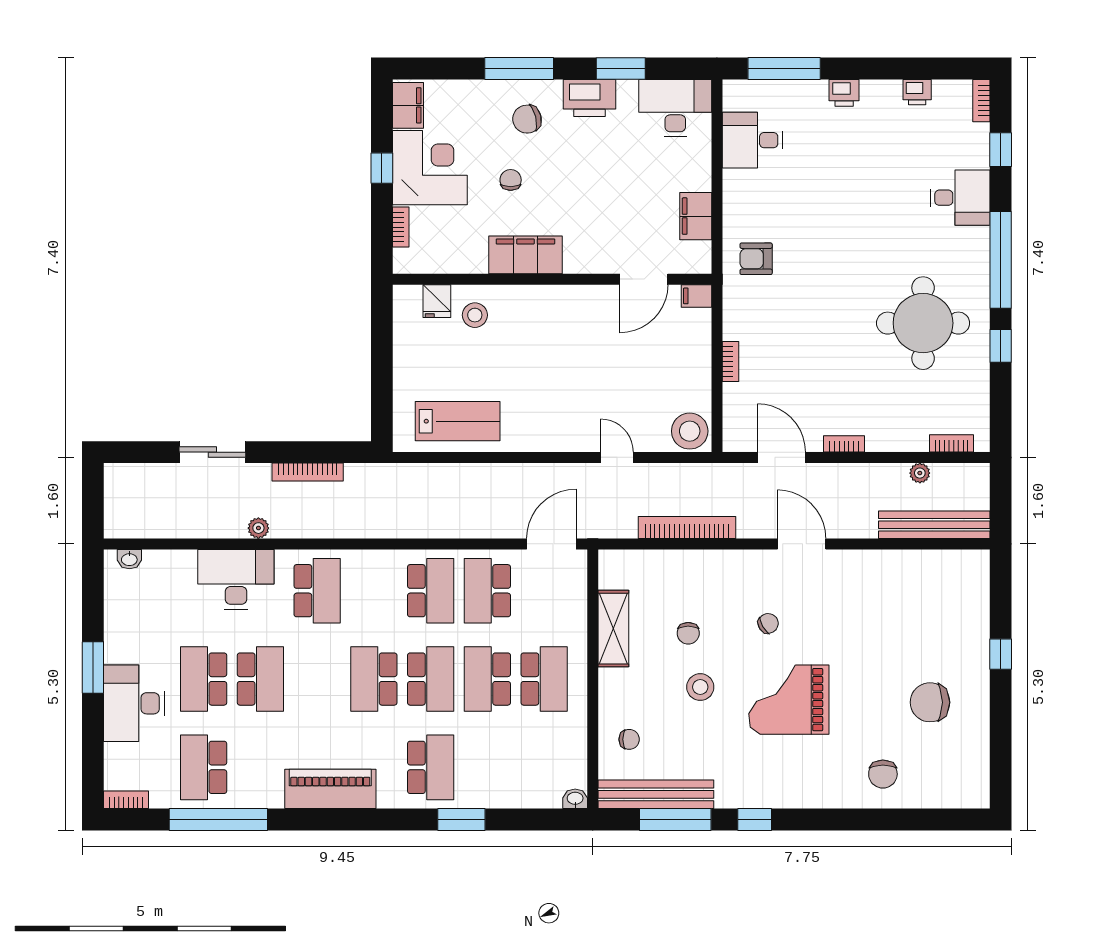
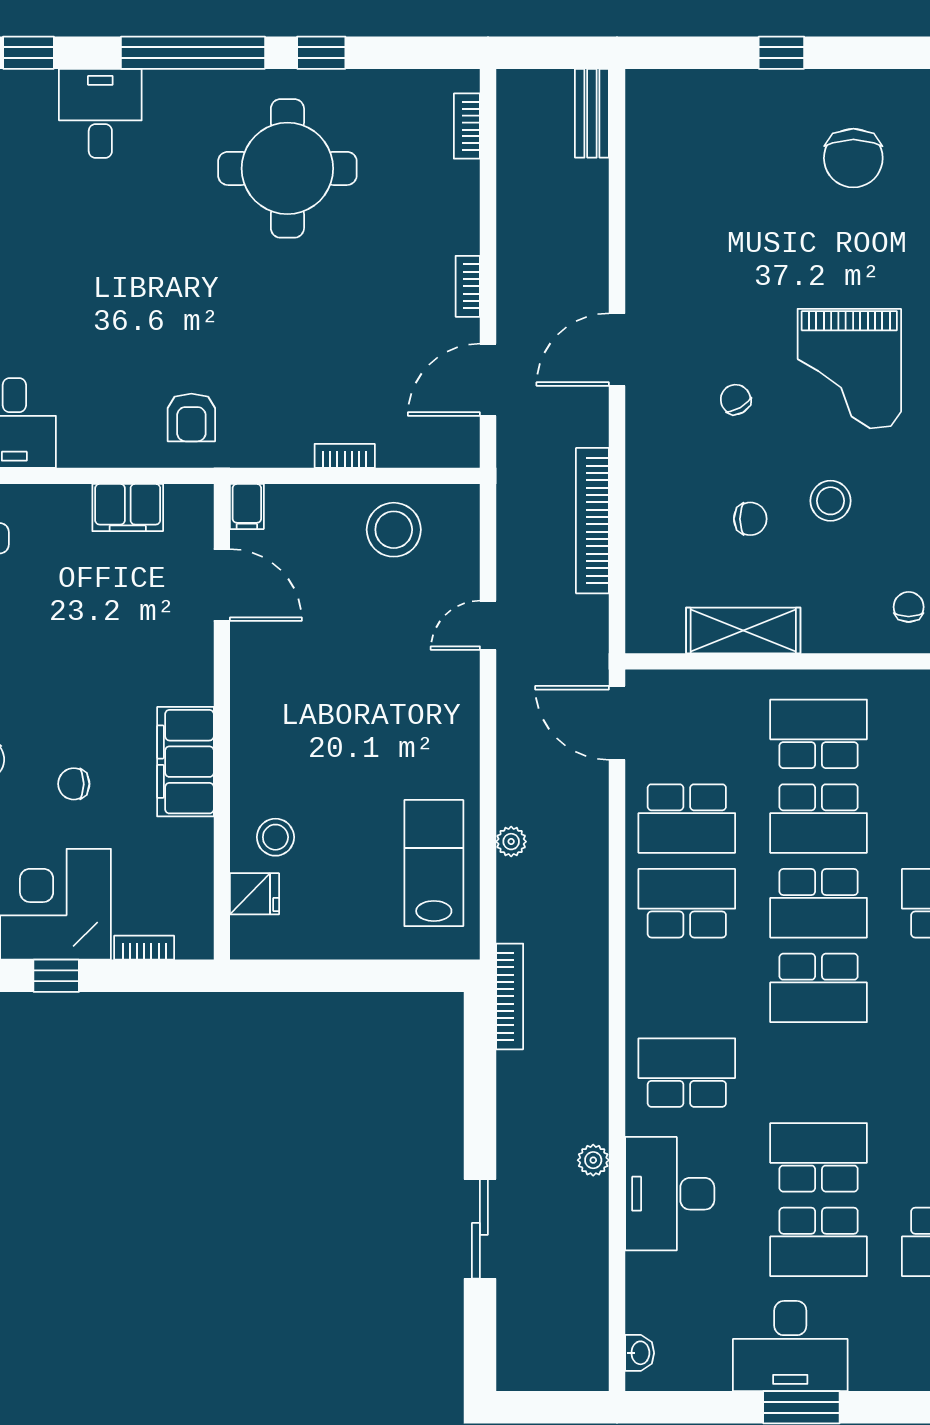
stool: (690, 431) -> (394, 530), moved
bookcase: (308, 472) -> (510, 996), moved
plant: (920, 473) -> (511, 842), moved
bench: (934, 525) -> (592, 113), width x0.54, depth x0.82
school desk: (431, 679) -> (819, 903), turned 180
desk: (134, 703) -> (790, 1346), moved

